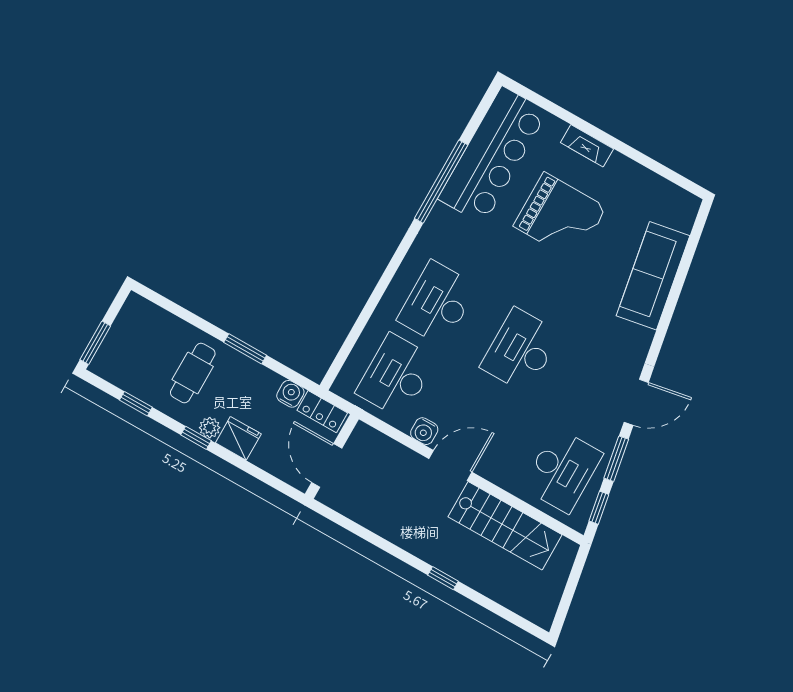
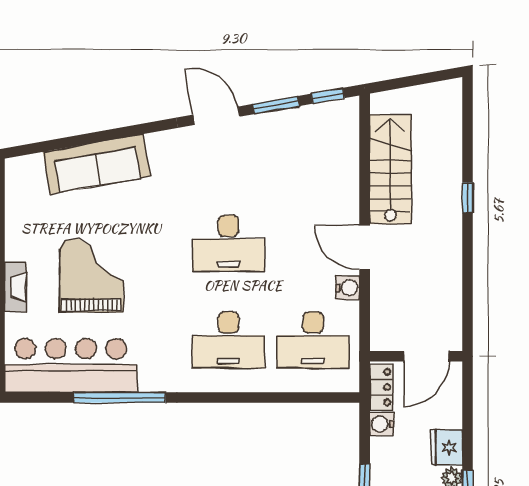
desk: (562, 470) -> (313, 147), removed

